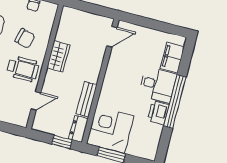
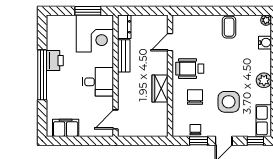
chair: (25, 38) -> (195, 97), turned 74
filing cabinet: (172, 58) -> (66, 128), moved, turned -90
desk: (158, 85) -> (98, 82), moved, turned 180
window: (62, 142) -> (136, 11), removed

